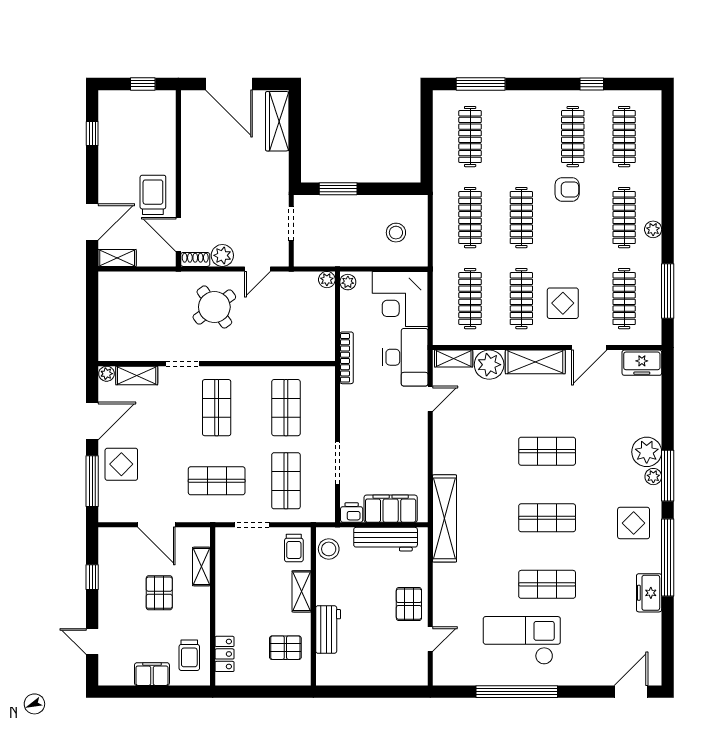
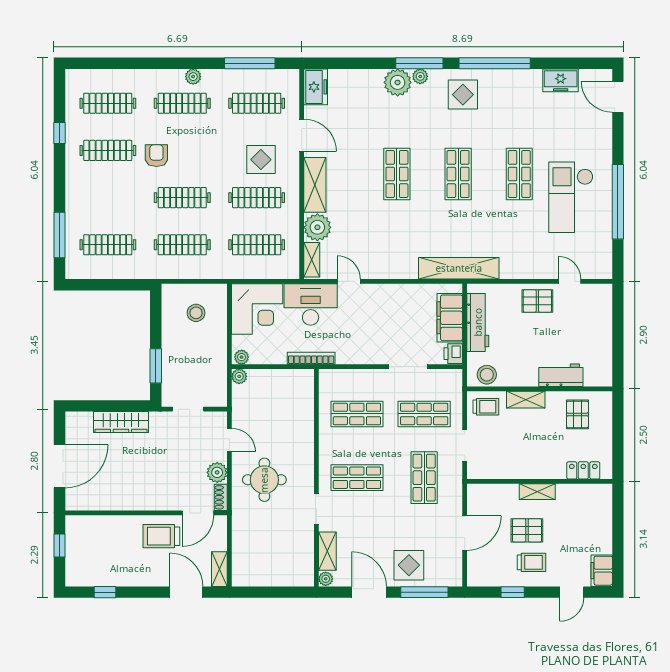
wardrobe: (277, 121) -> (121, 422), moved
round table: (214, 307) -> (264, 480), turned 36
shelving: (201, 567) -> (537, 492), moved
freezer: (649, 593) -> (561, 80), moved
trolley: (189, 655) -> (532, 562), moved
filing cabinet: (152, 674) -> (602, 571), moved

